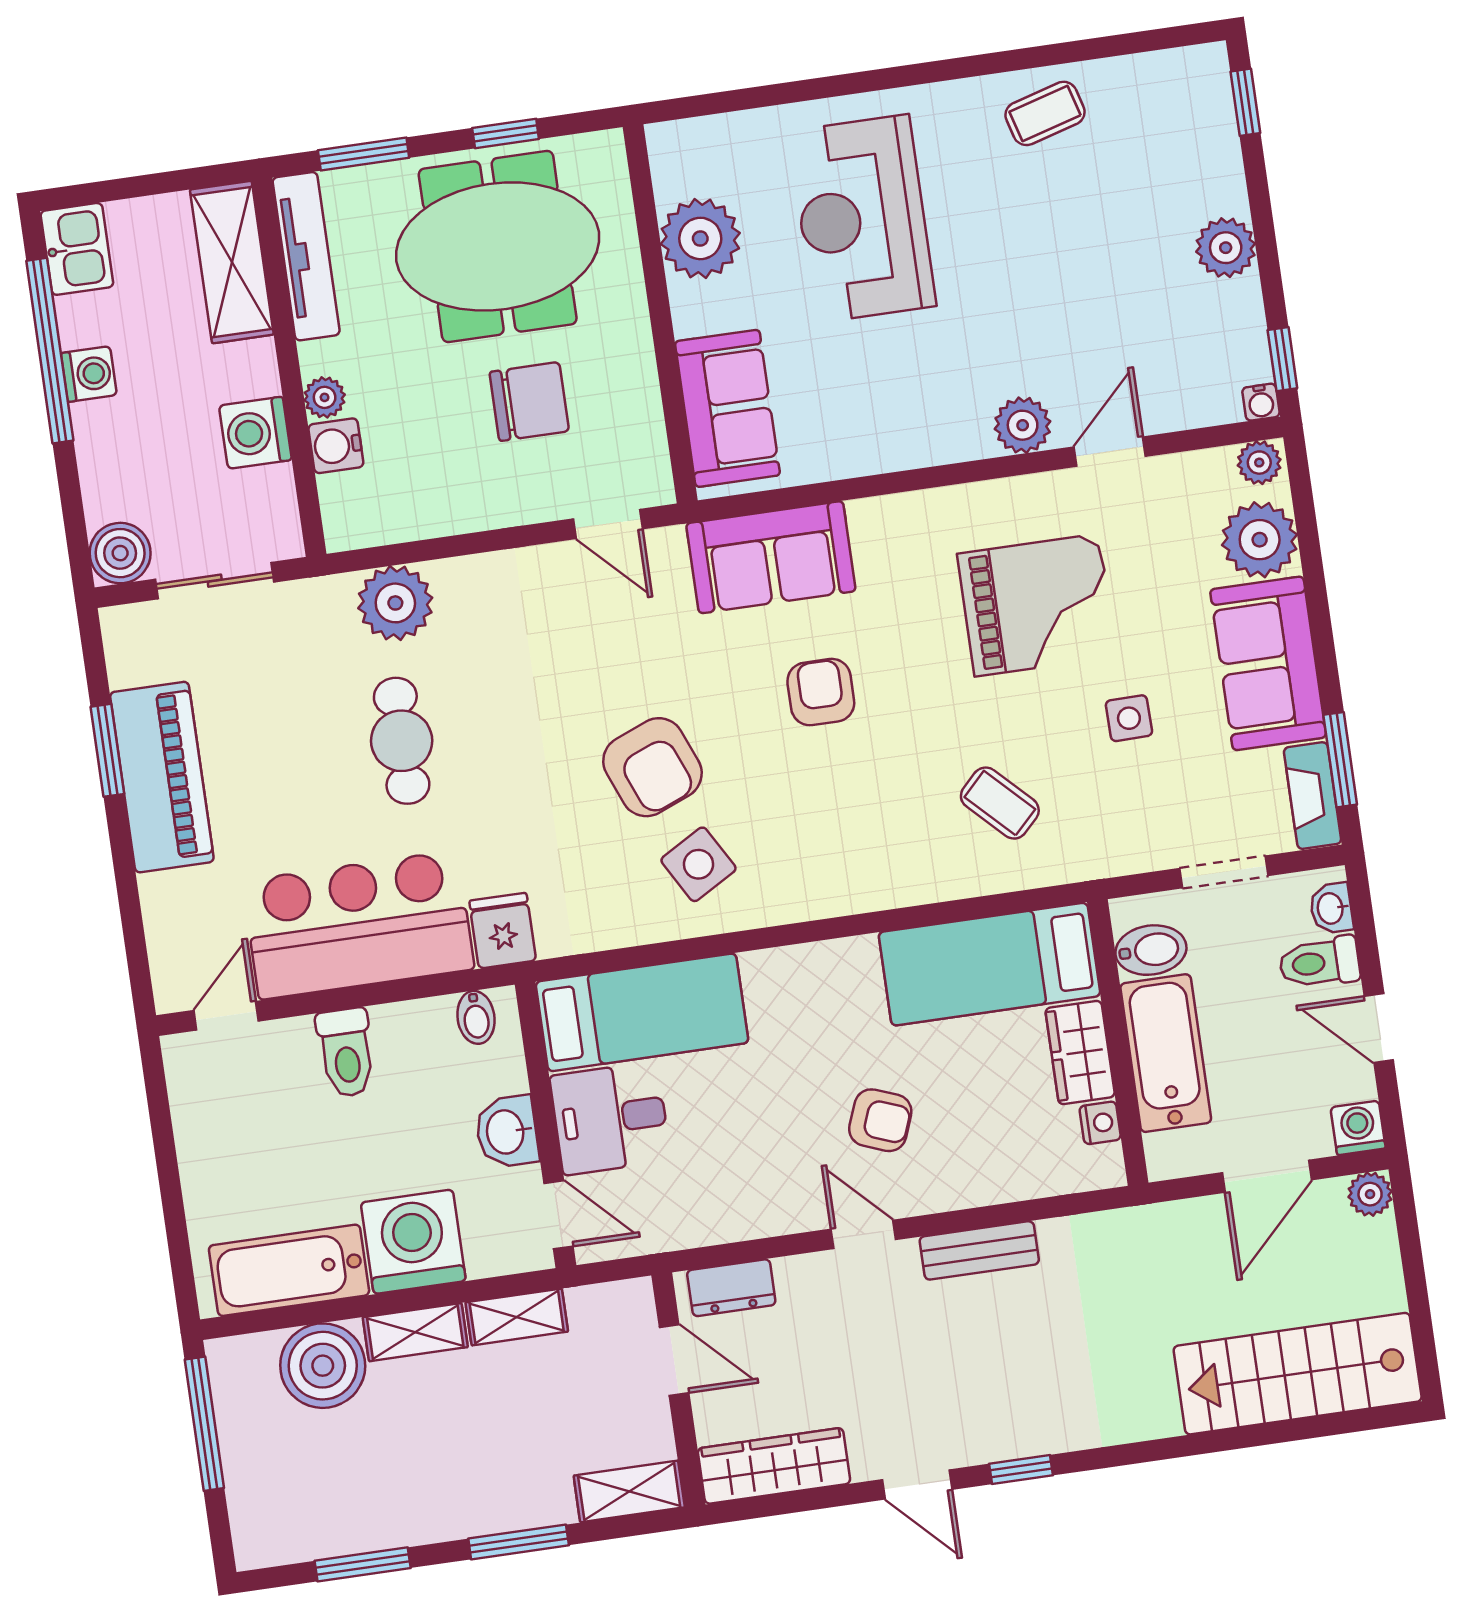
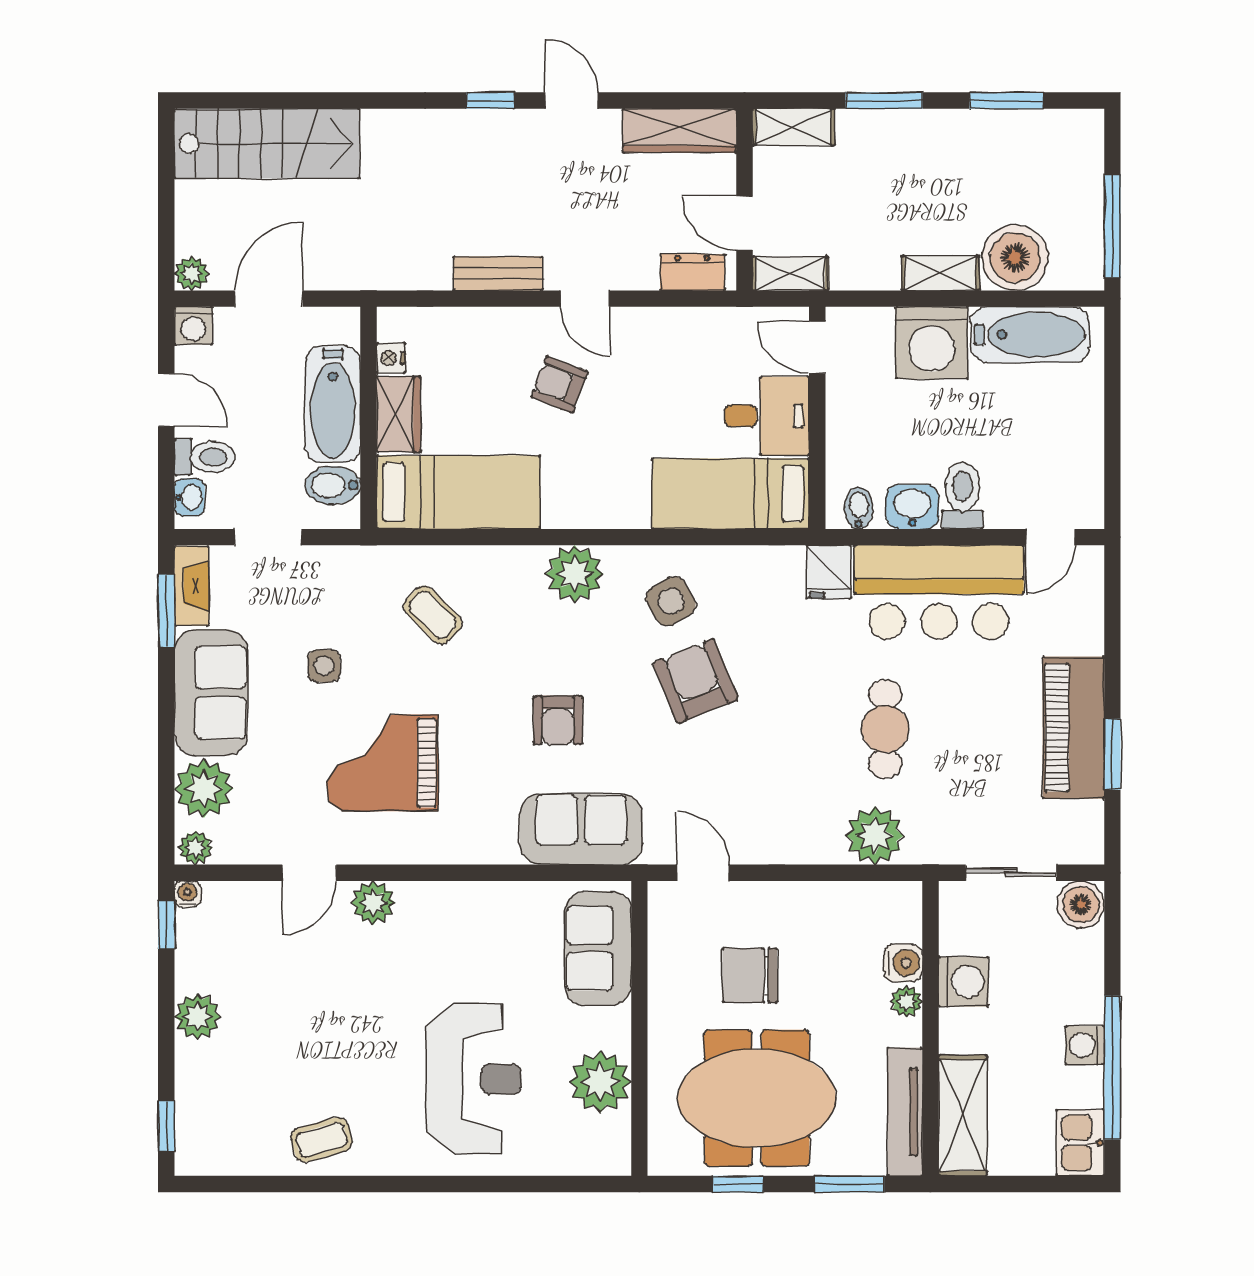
plant: (826, 881) -> (575, 574), added
washbasin: (507, 1132) -> (912, 507), moved, turned -90
shelving: (517, 1317) -> (790, 274), moved

